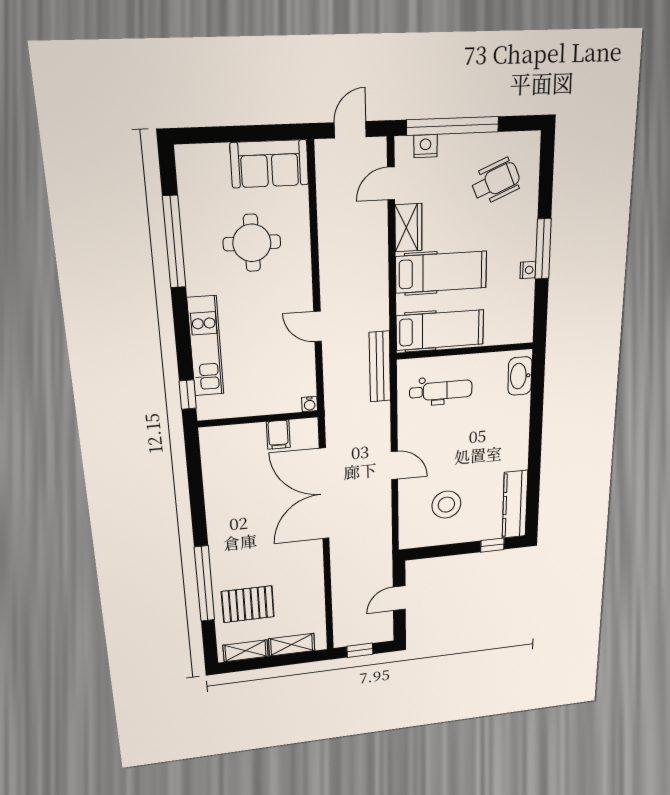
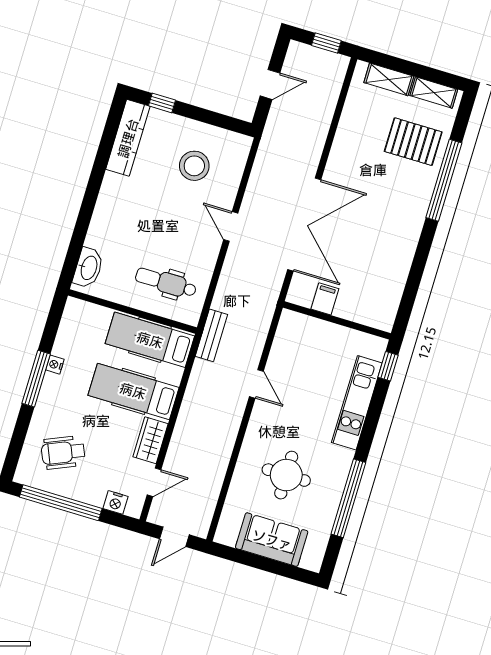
window: (453, 126) -> (61, 503), moved
sofa: (269, 164) -> (272, 540), moved
bench: (380, 367) -> (211, 335), width x0.73
water cooler: (310, 404) -> (287, 316), removed

